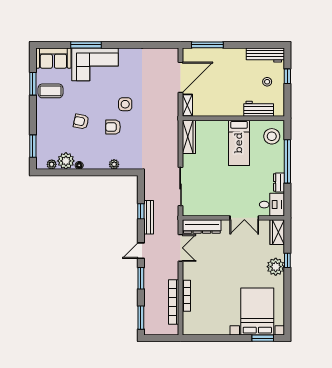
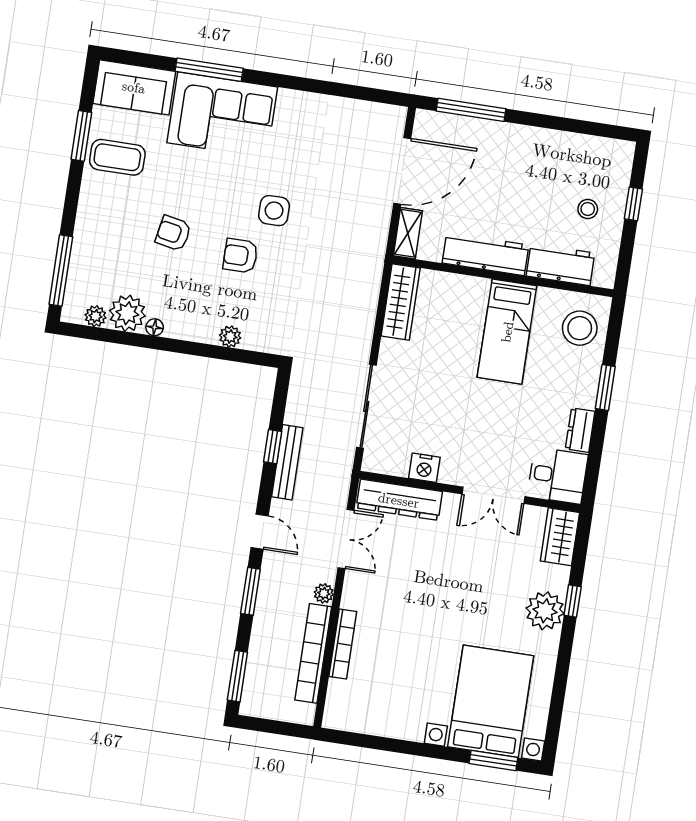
workbench: (265, 55) -> (485, 254), moved, turned 180
window: (33, 146) -> (61, 270), width x1.44
window: (287, 161) -> (605, 388), width x0.47
nightstand: (211, 210) -> (424, 468), added
door: (141, 251) -> (260, 532), swing flipped
plant: (174, 274) -> (324, 593), added

